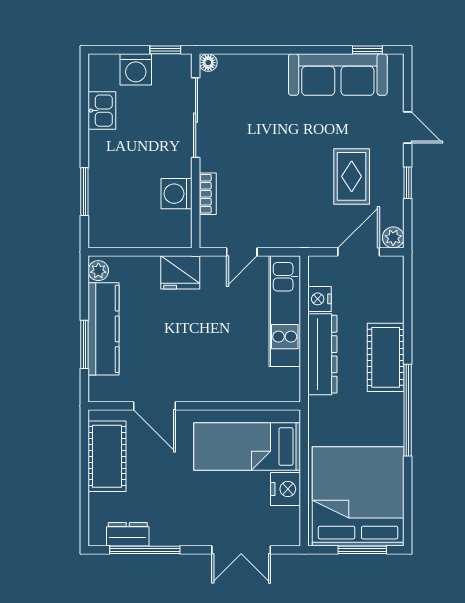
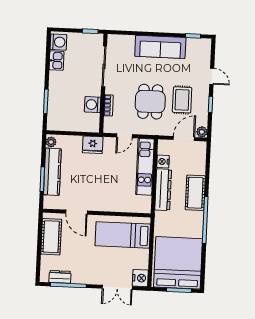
floor lamp: (208, 63) -> (112, 39), removed
washing machine: (136, 69) -> (58, 42), moved, turned -90
sofa: (338, 75) -> (160, 47), moved
dining table: (289, 183) -> (150, 102), added
nightstand: (285, 489) -> (140, 278), moved

